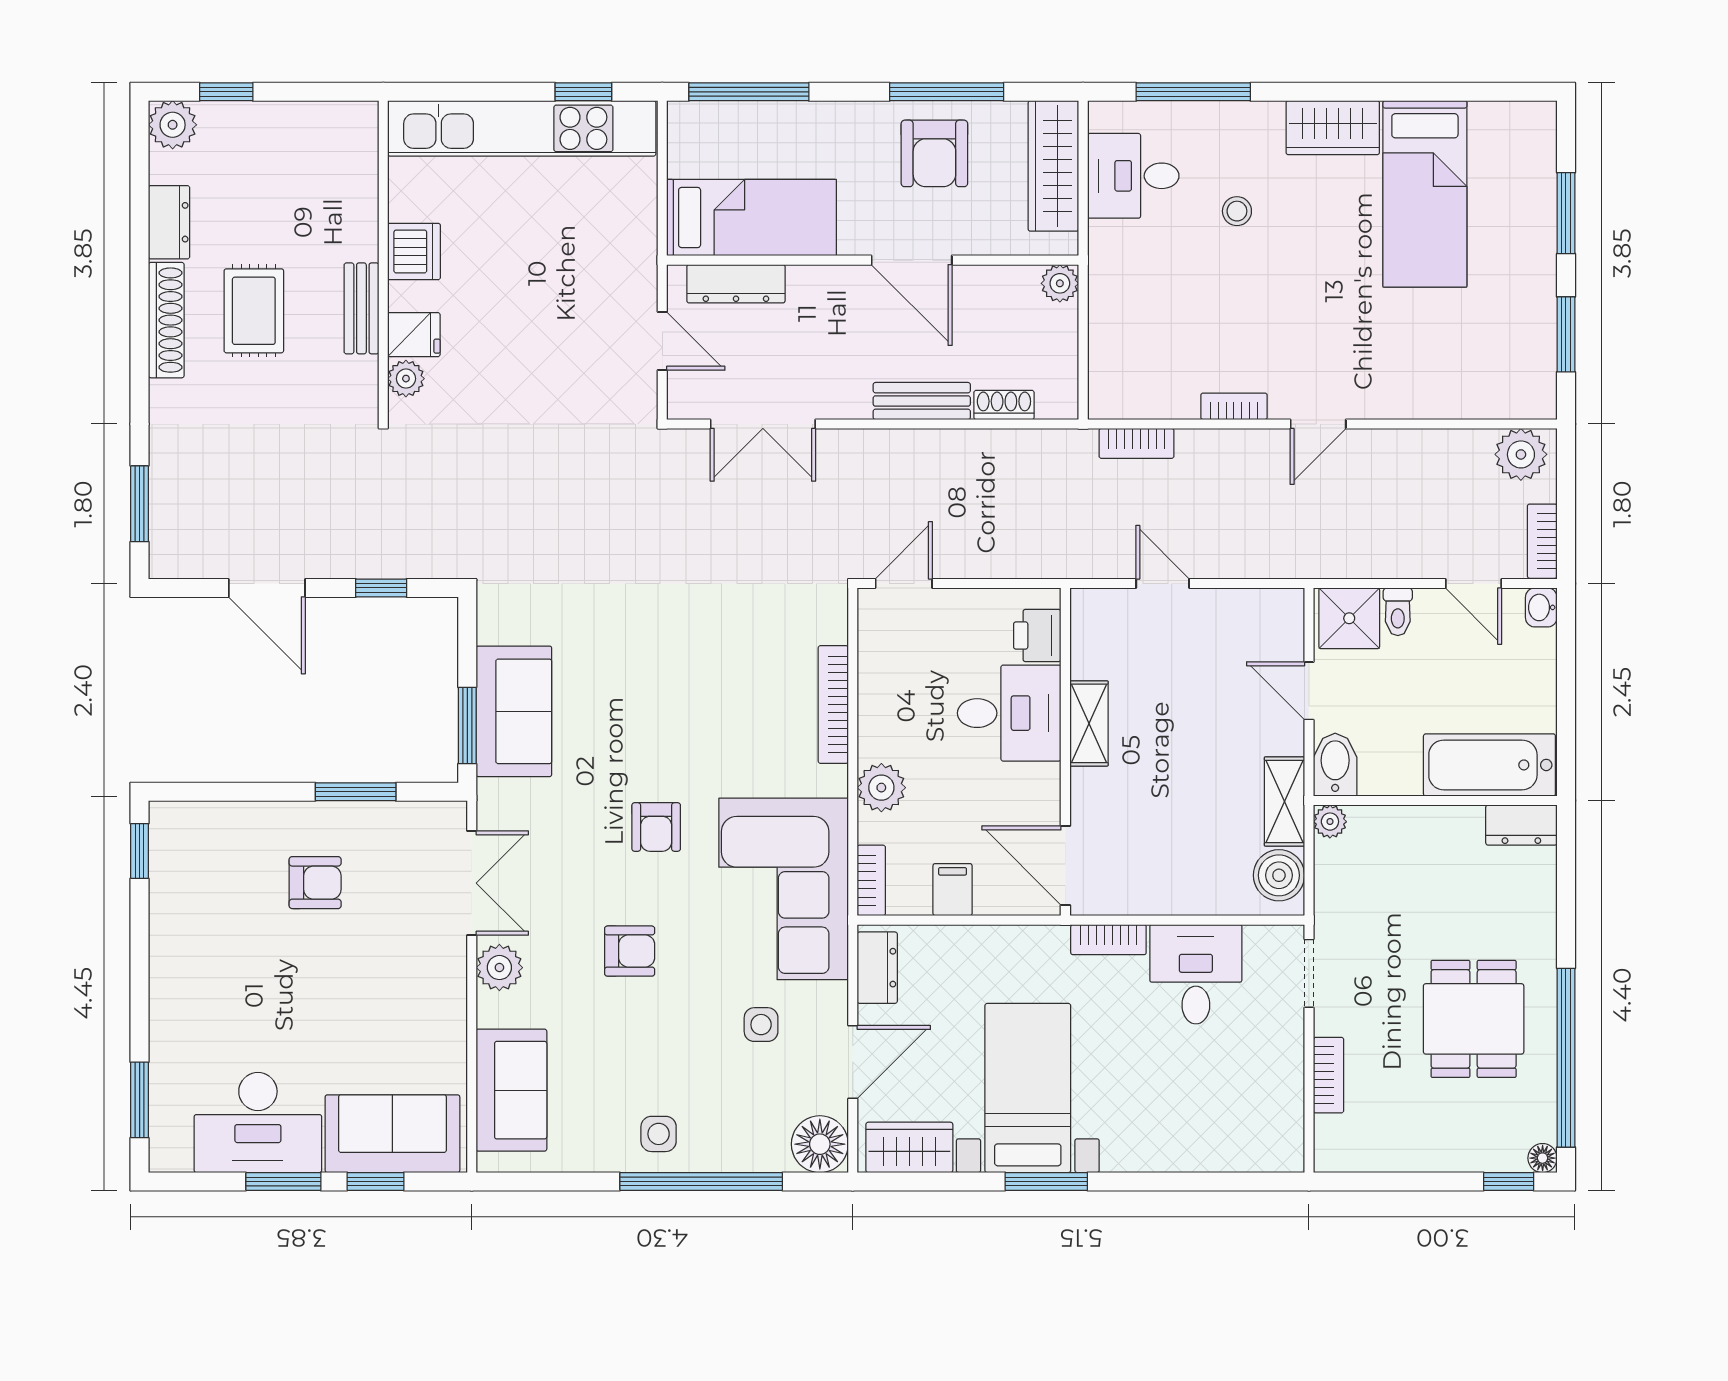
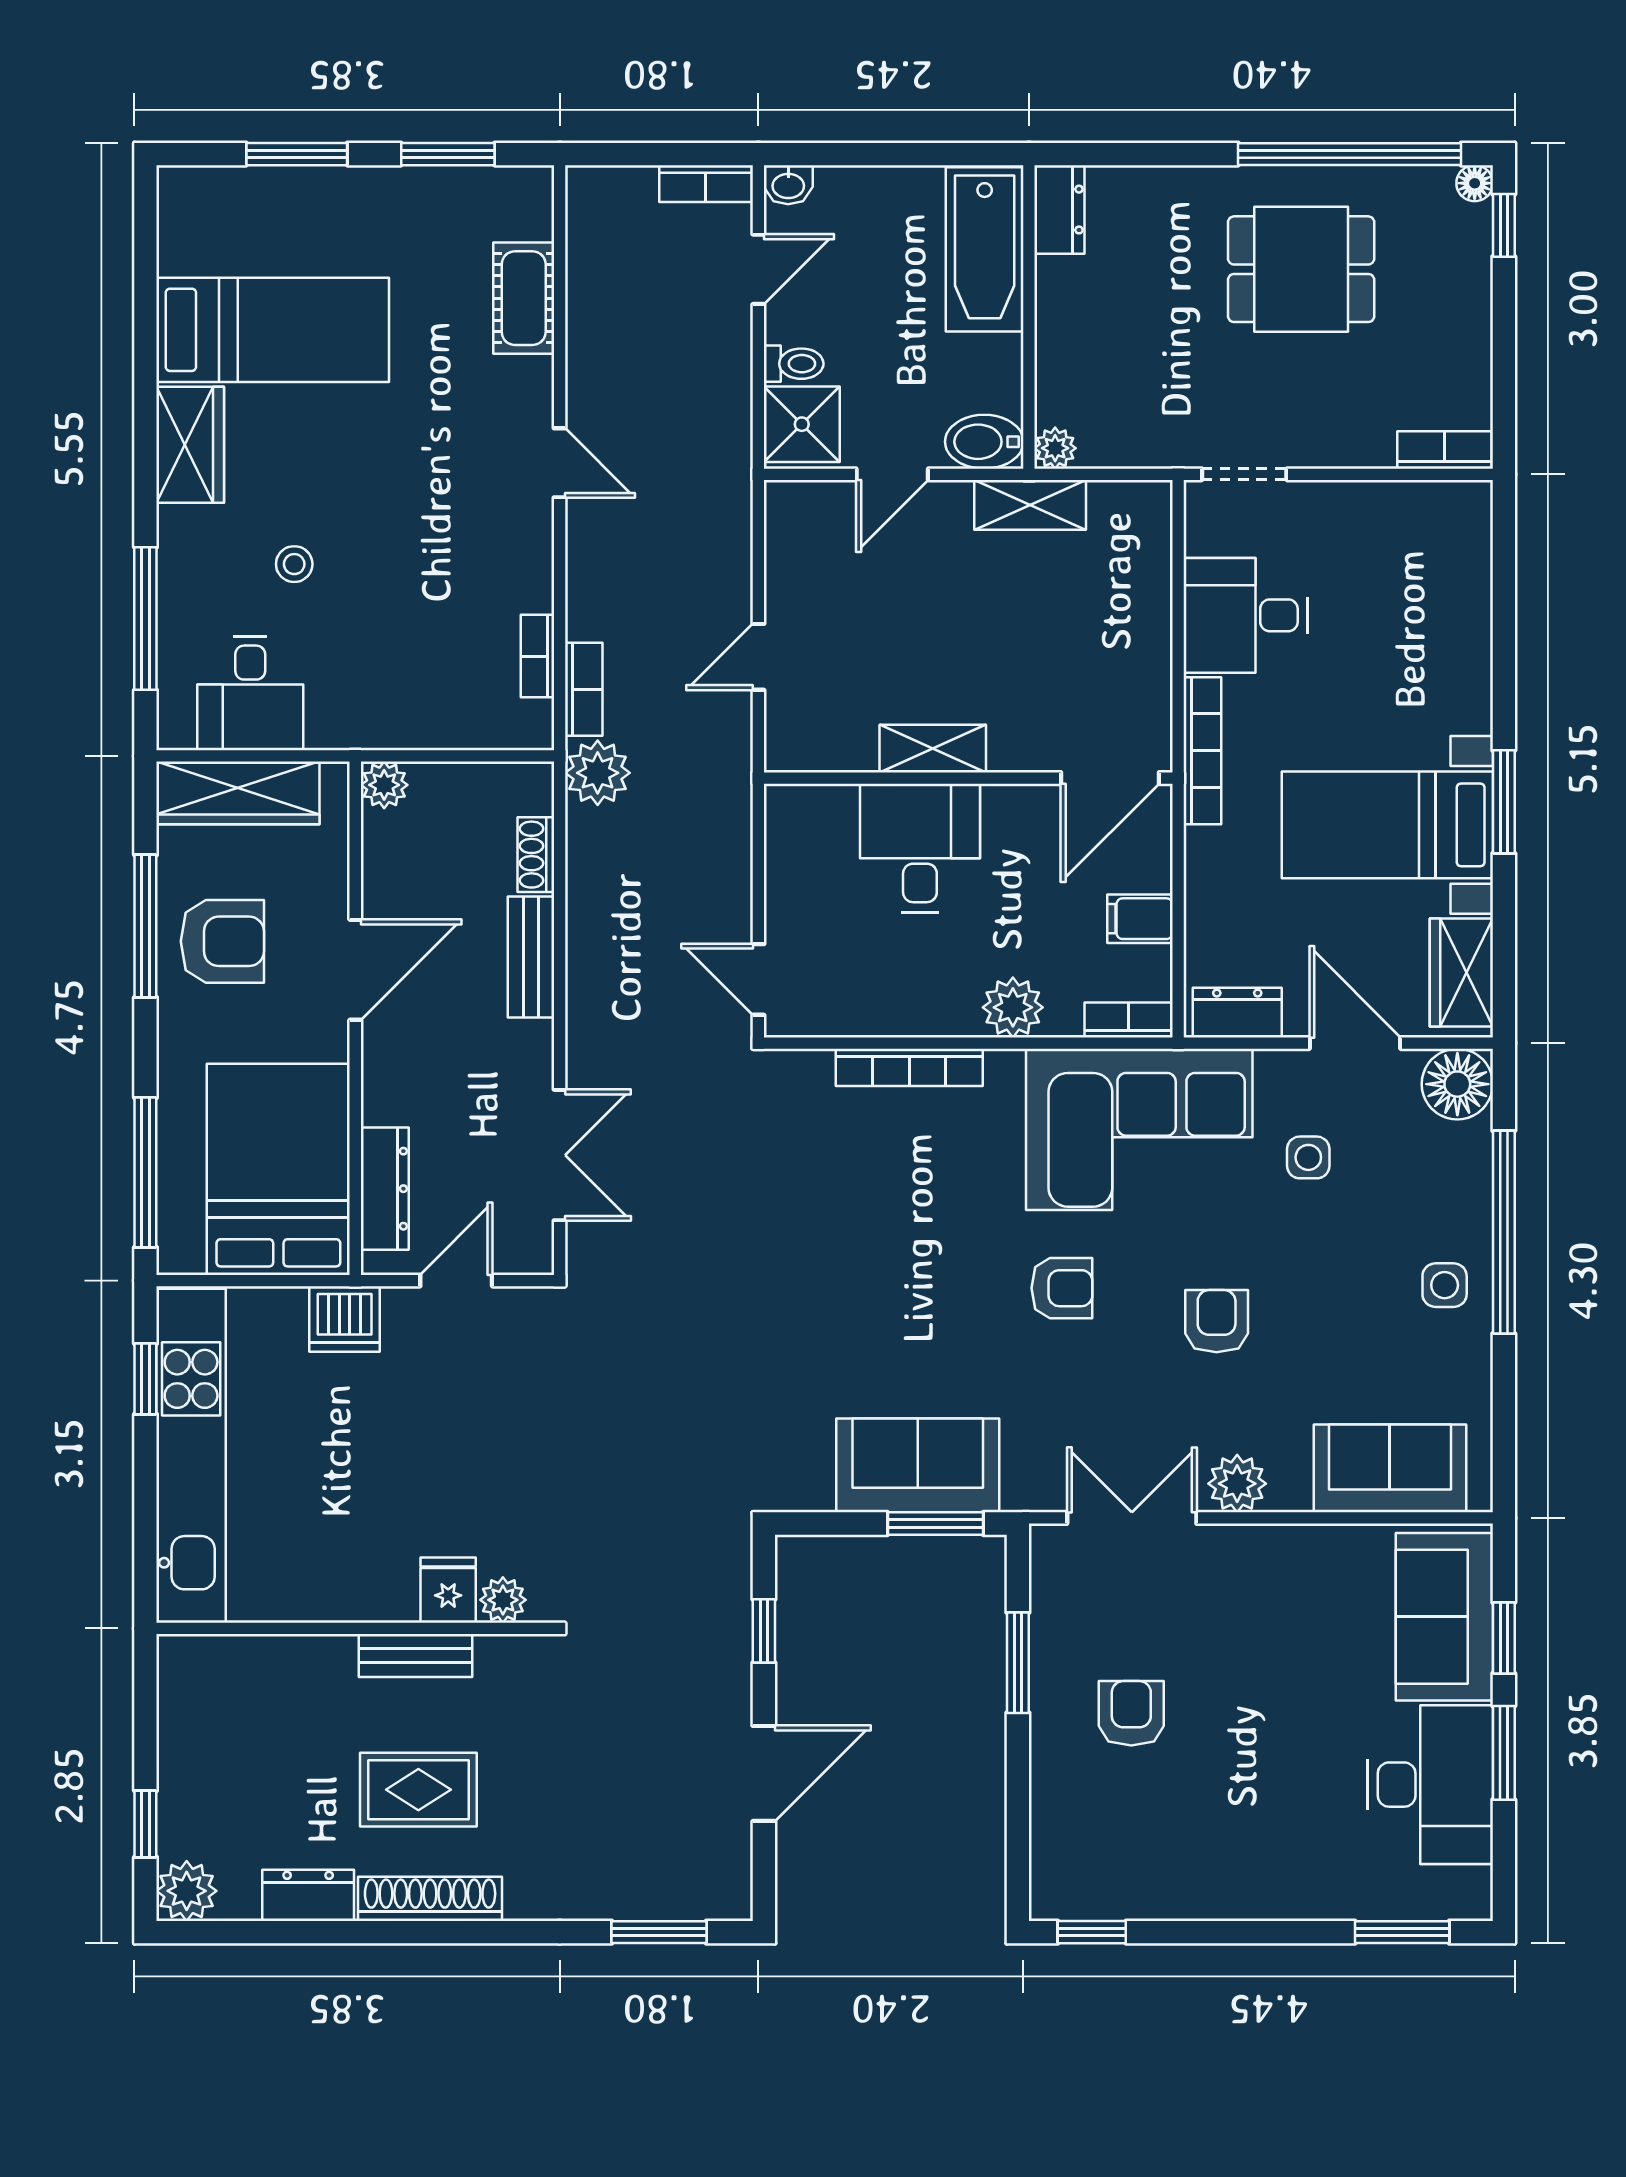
bed: (752, 217) -> (278, 1169), width x1.50
dishwasher: (414, 251) -> (345, 1319), moved, turned 180
cot: (1450, 395) -> (524, 298), added
bookcase: (1234, 406) -> (538, 656), moved
plant: (1521, 454) -> (598, 773), moved
printer: (1037, 635) -> (823, 813), removed
boiler: (1279, 875) -> (1122, 512), removed
bookcase: (1108, 940) -> (1202, 751), width x1.56
bookcase: (1329, 1075) -> (1445, 450), moved

